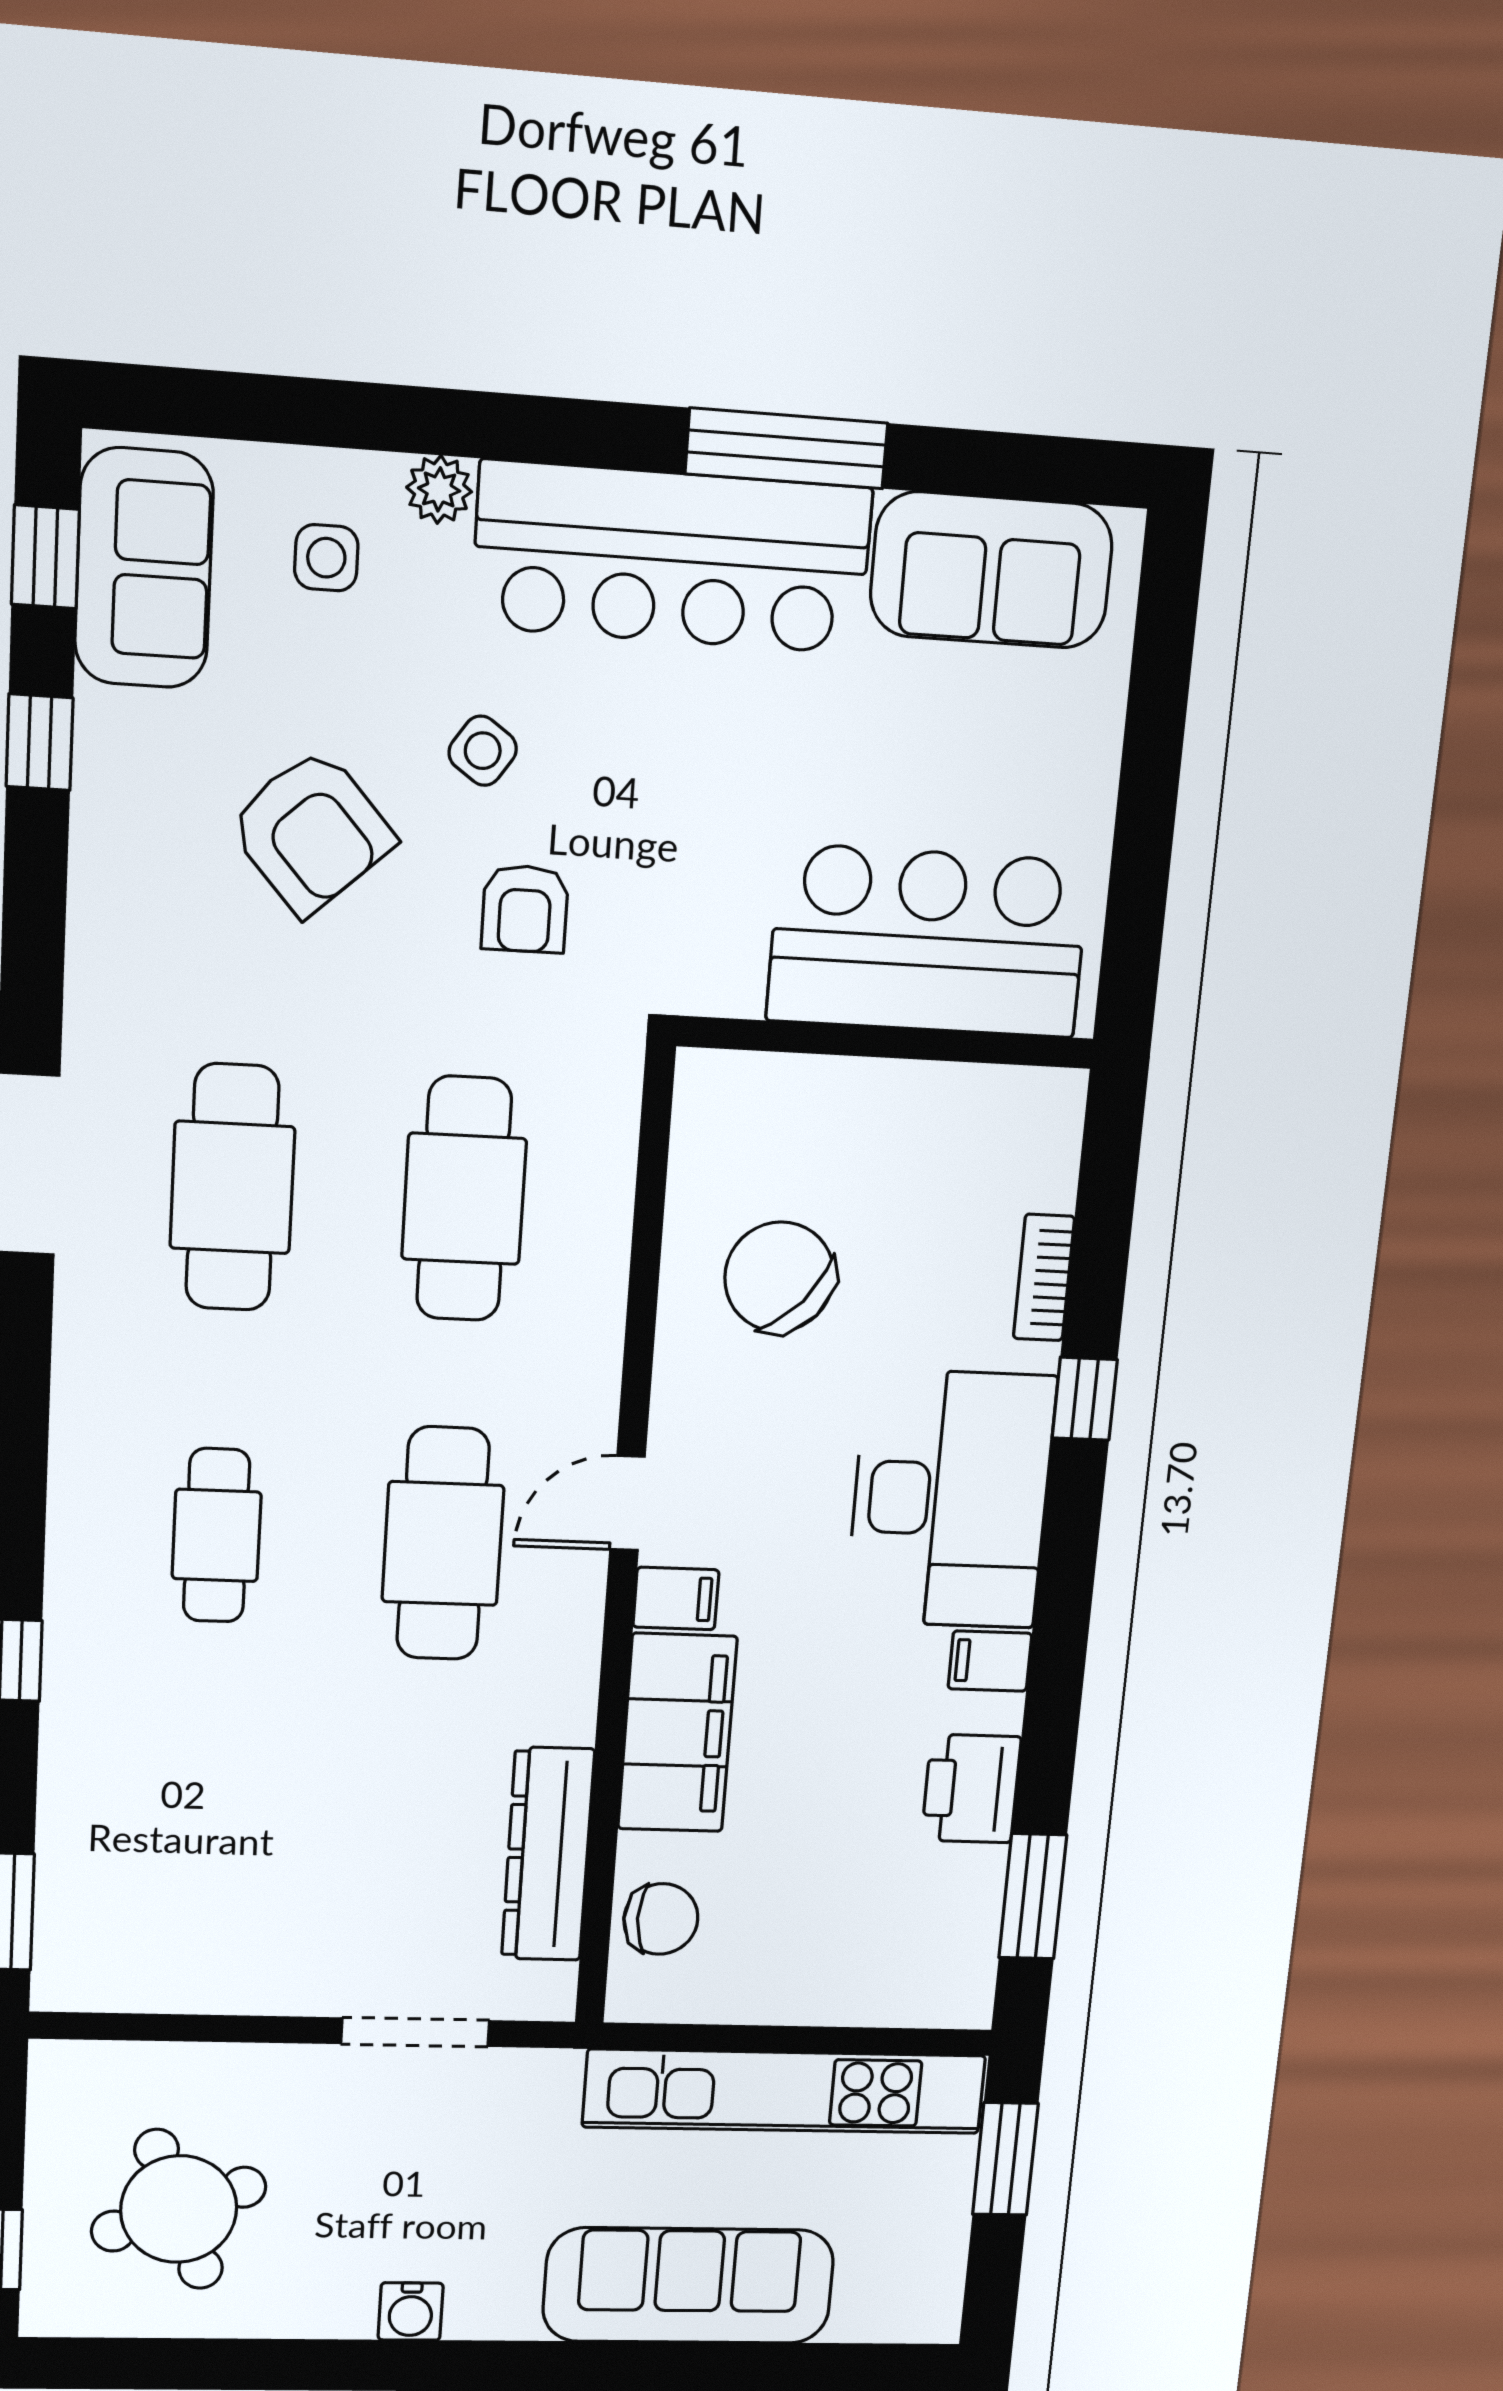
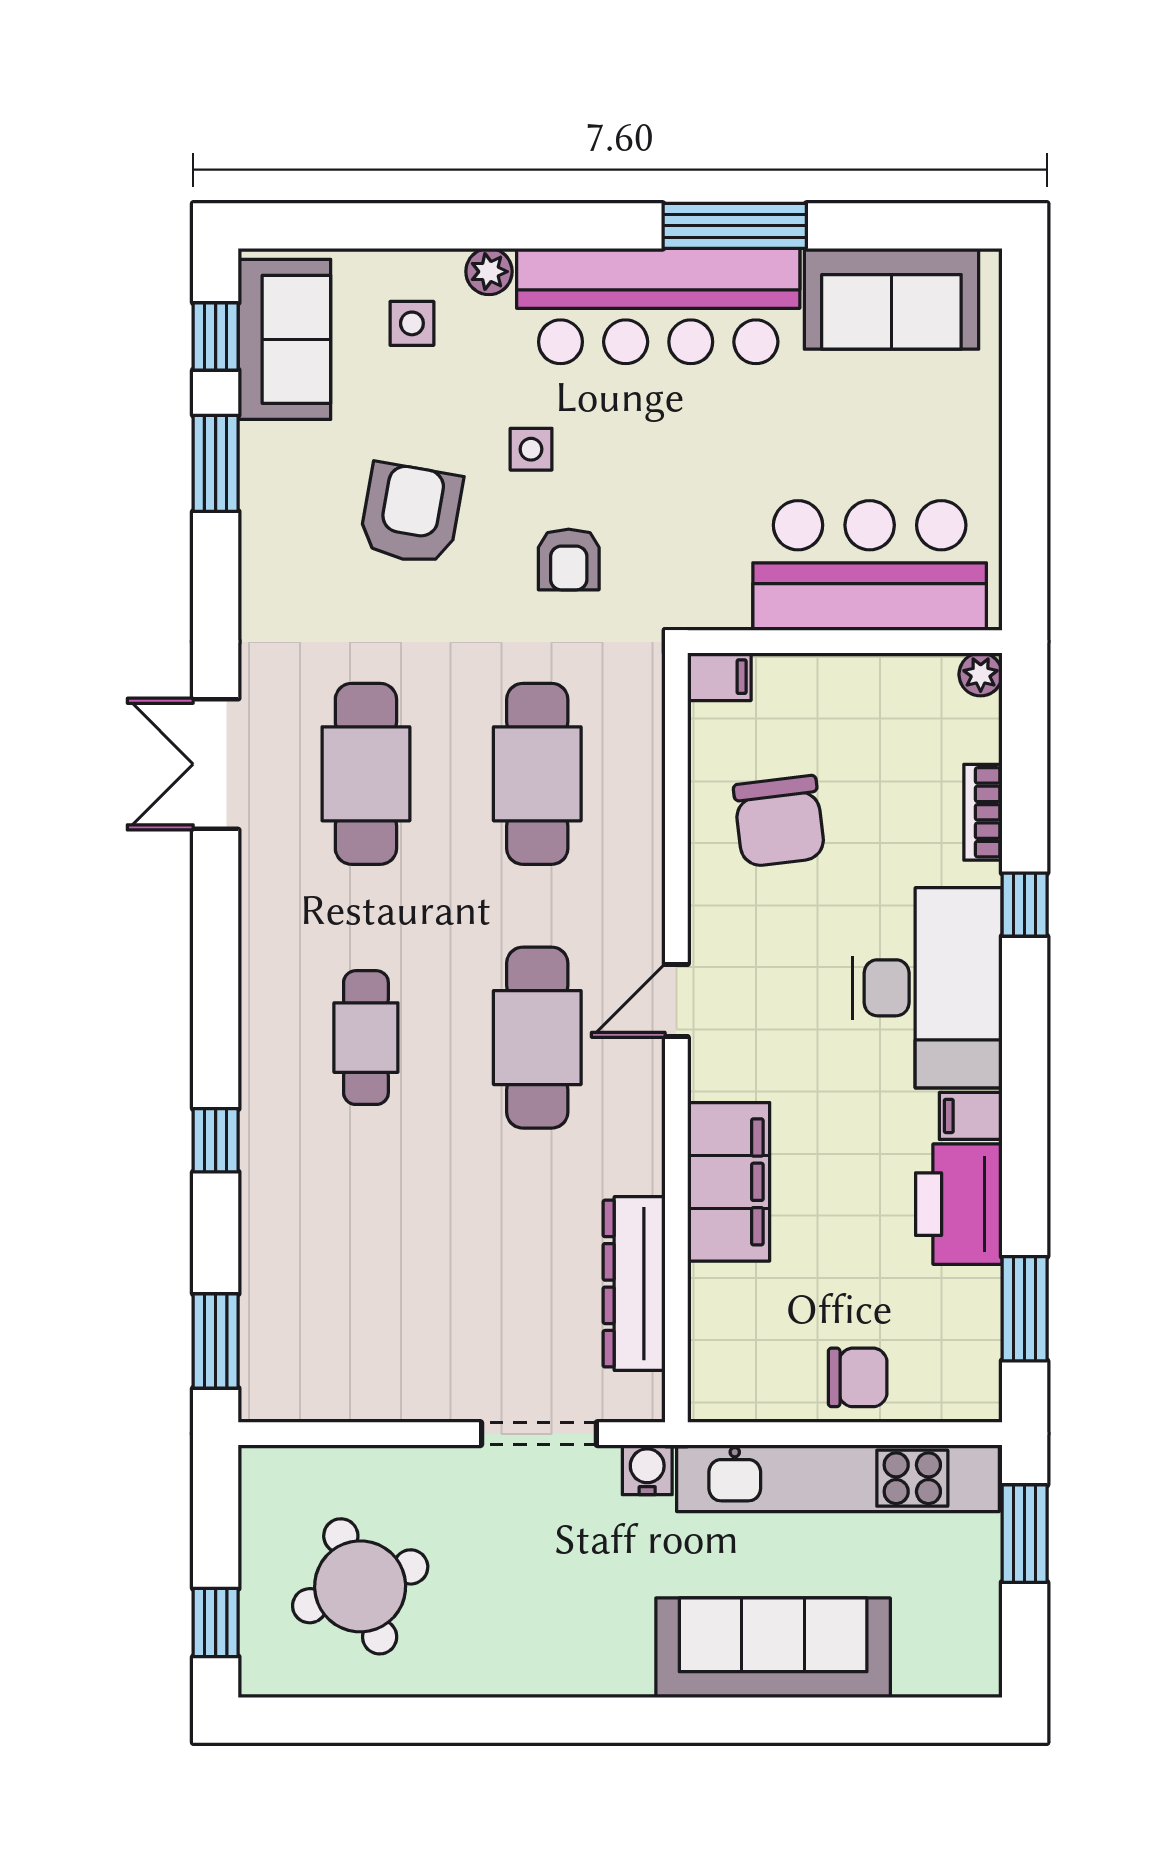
window: (40, 742) -> (216, 463), width x1.50
side table: (483, 751) -> (531, 449), turned -35
armchair: (311, 832) -> (411, 514), turned -128
plant: (1059, 1096) -> (981, 674), added
chair: (780, 1277) -> (779, 821), turned -139
filing cabinet: (676, 1598) -> (719, 677), moved
printer: (971, 1789) -> (959, 1204), width x1.37, depth x1.19
chair: (661, 1919) -> (858, 1377), moved
water cooler: (411, 2312) -> (647, 1470), moved, turned 180

